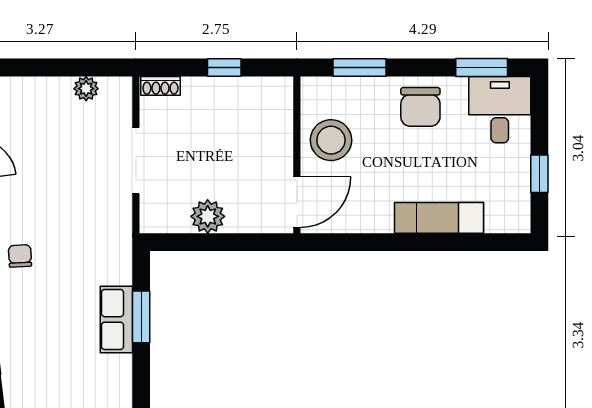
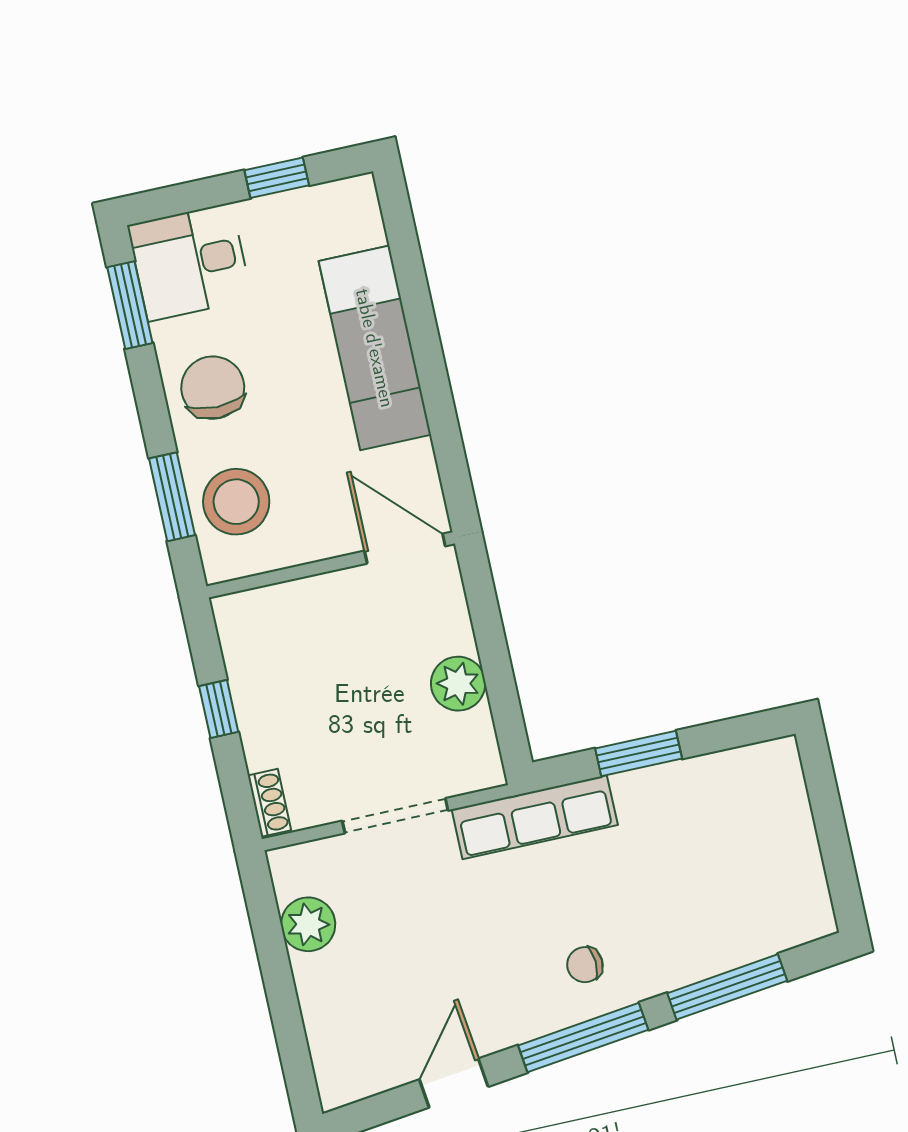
plant: (86, 89) -> (308, 924), width x1.38, depth x1.38
chair: (420, 107) -> (213, 388), turned -90
stool: (331, 140) -> (236, 502), moved
exam couch: (439, 218) -> (375, 348), width x1.36, depth x1.45
row of seats: (116, 319) -> (535, 817), moved, width x1.48

